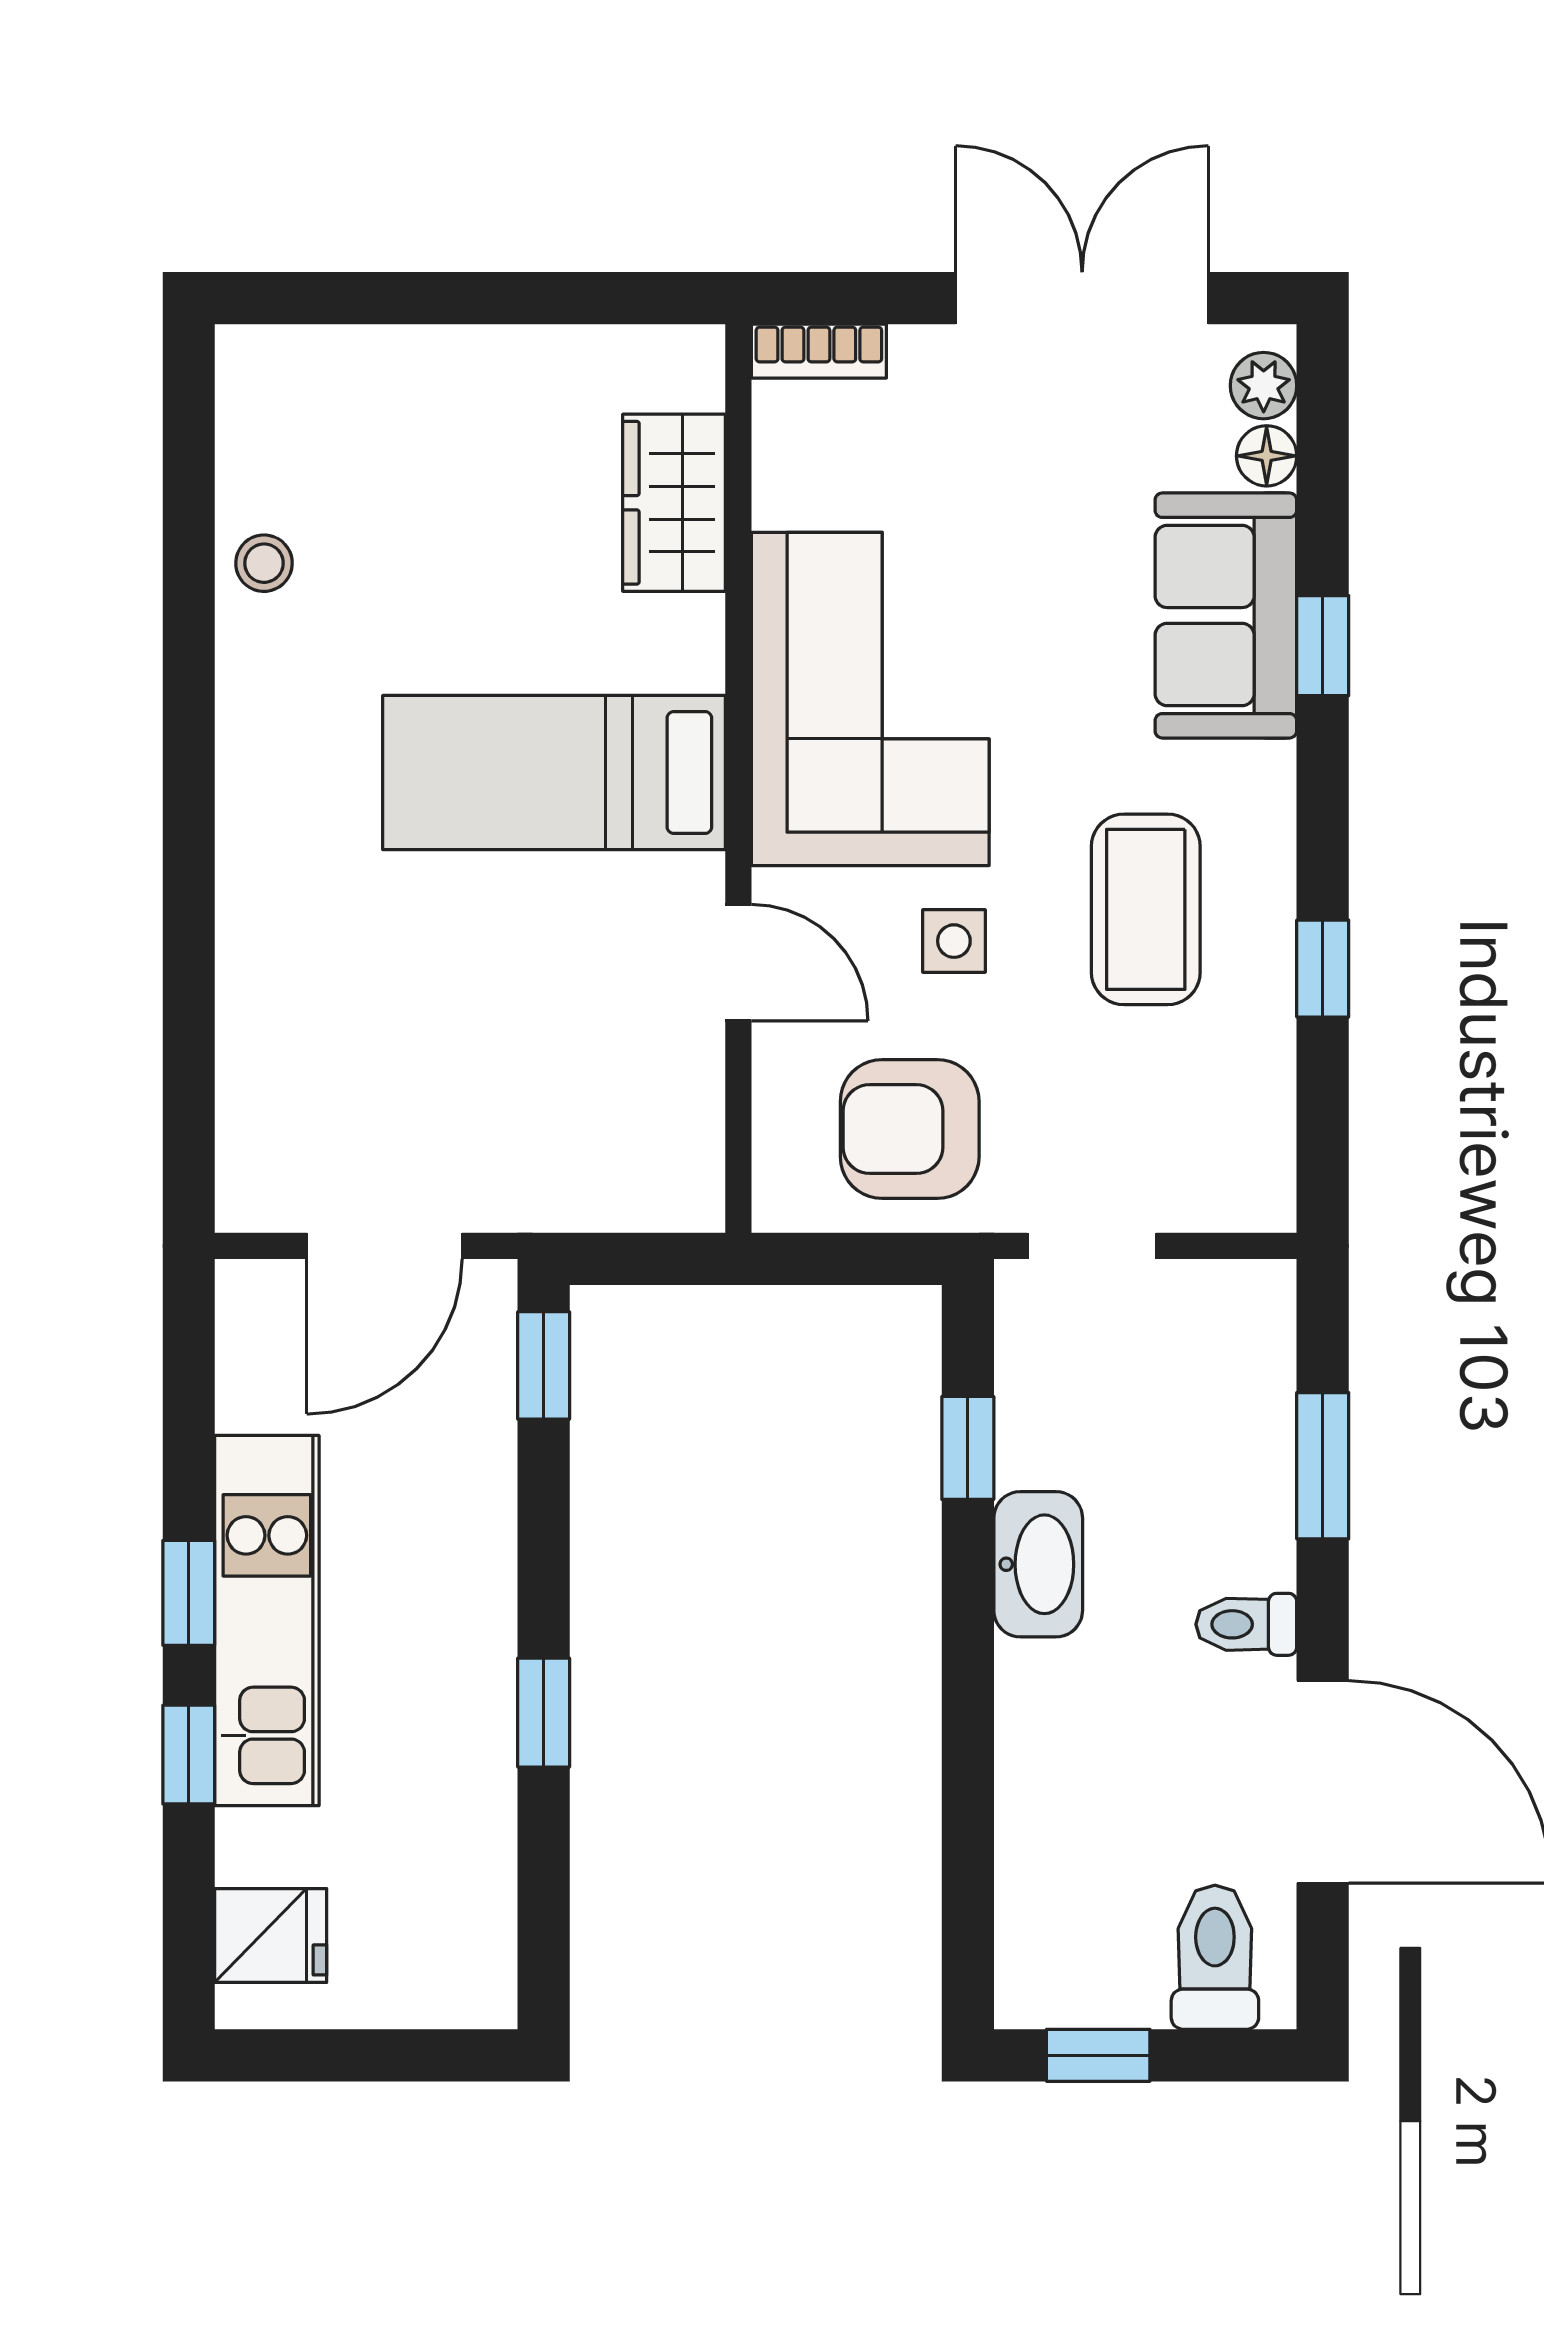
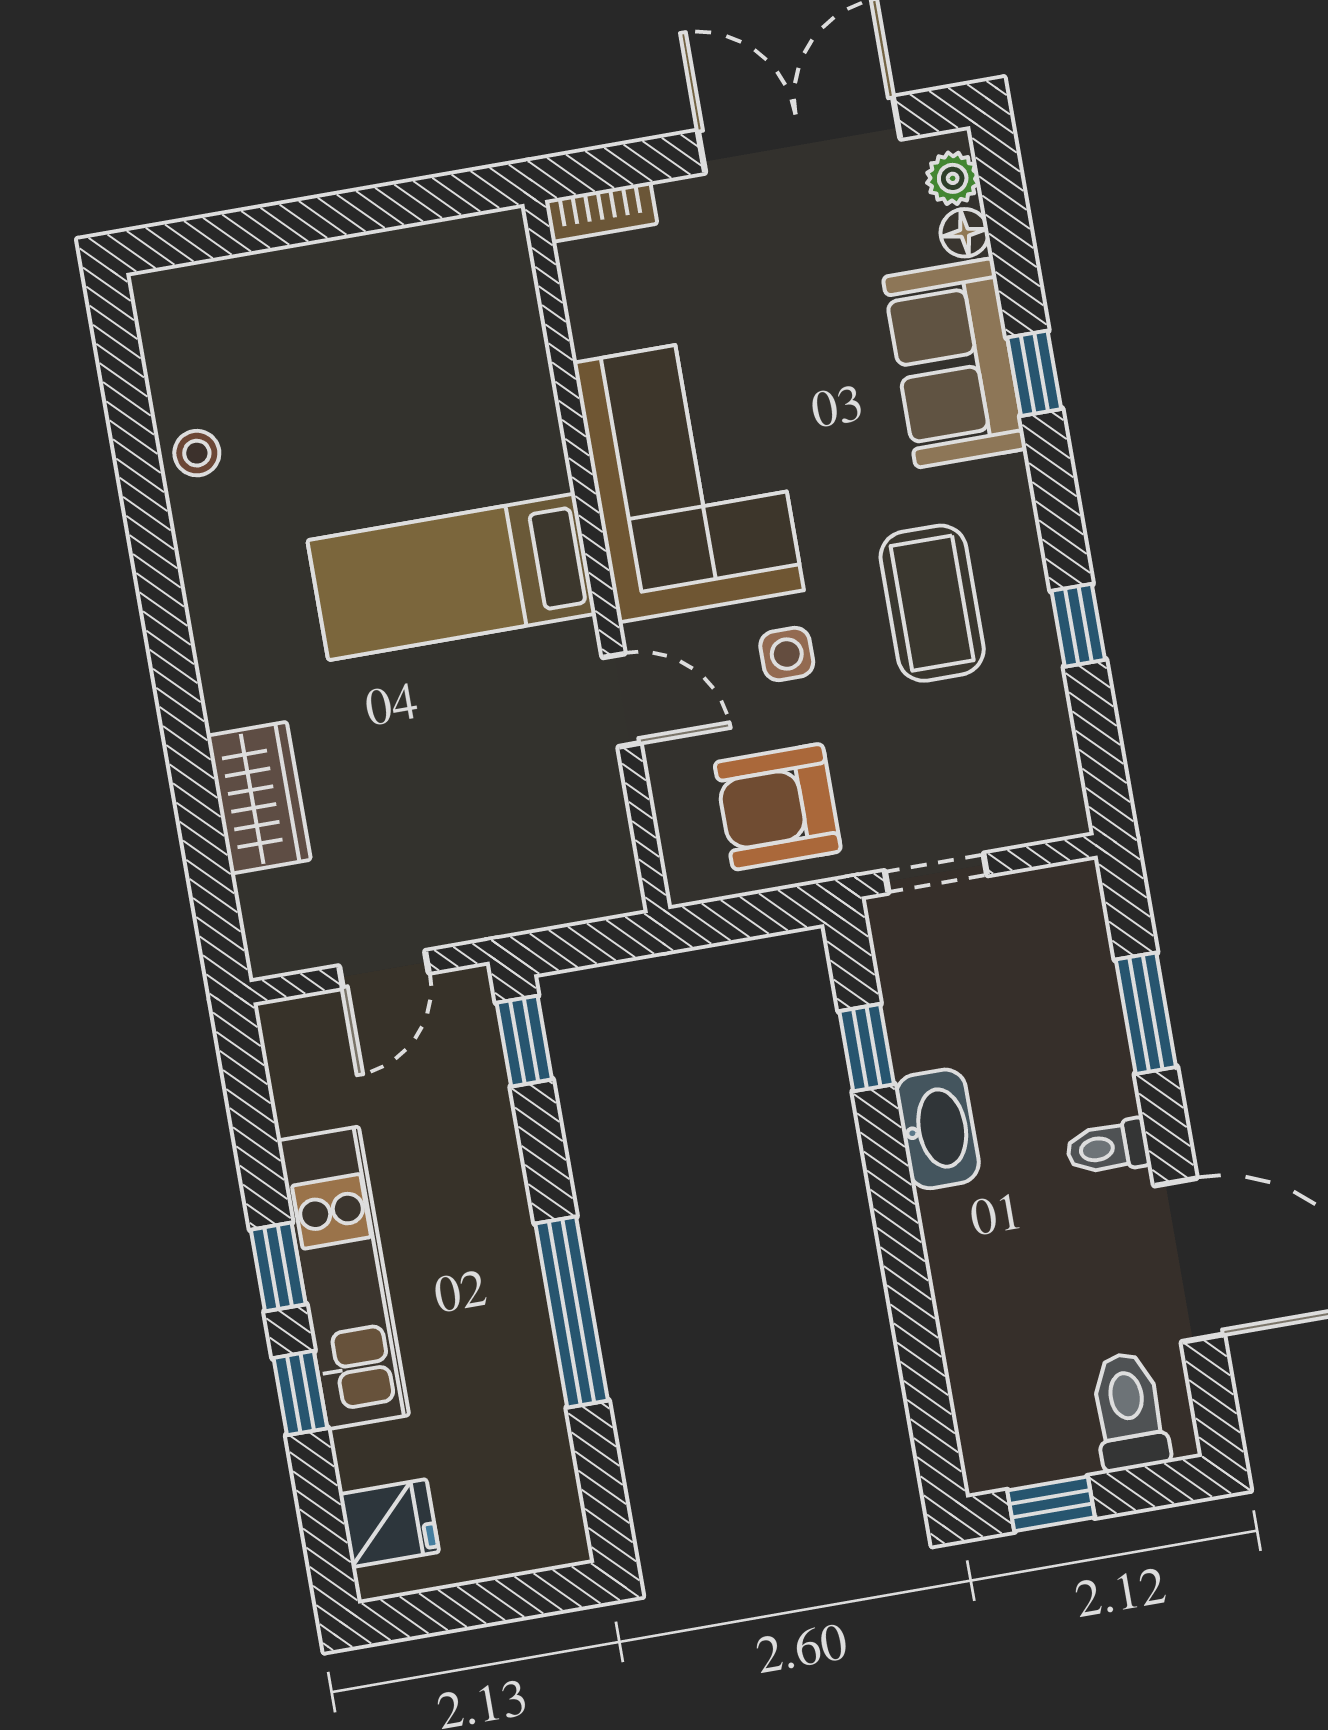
wardrobe: (674, 503) -> (259, 798), moved, turned 180
door: (385, 1246) -> (384, 969), width x0.73
window: (544, 1713) -> (572, 1312), width x2.17

